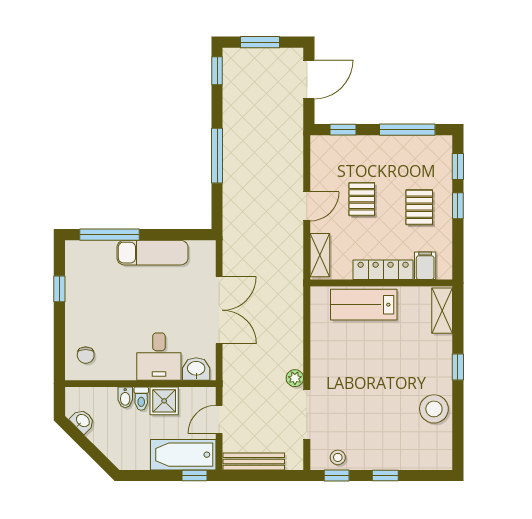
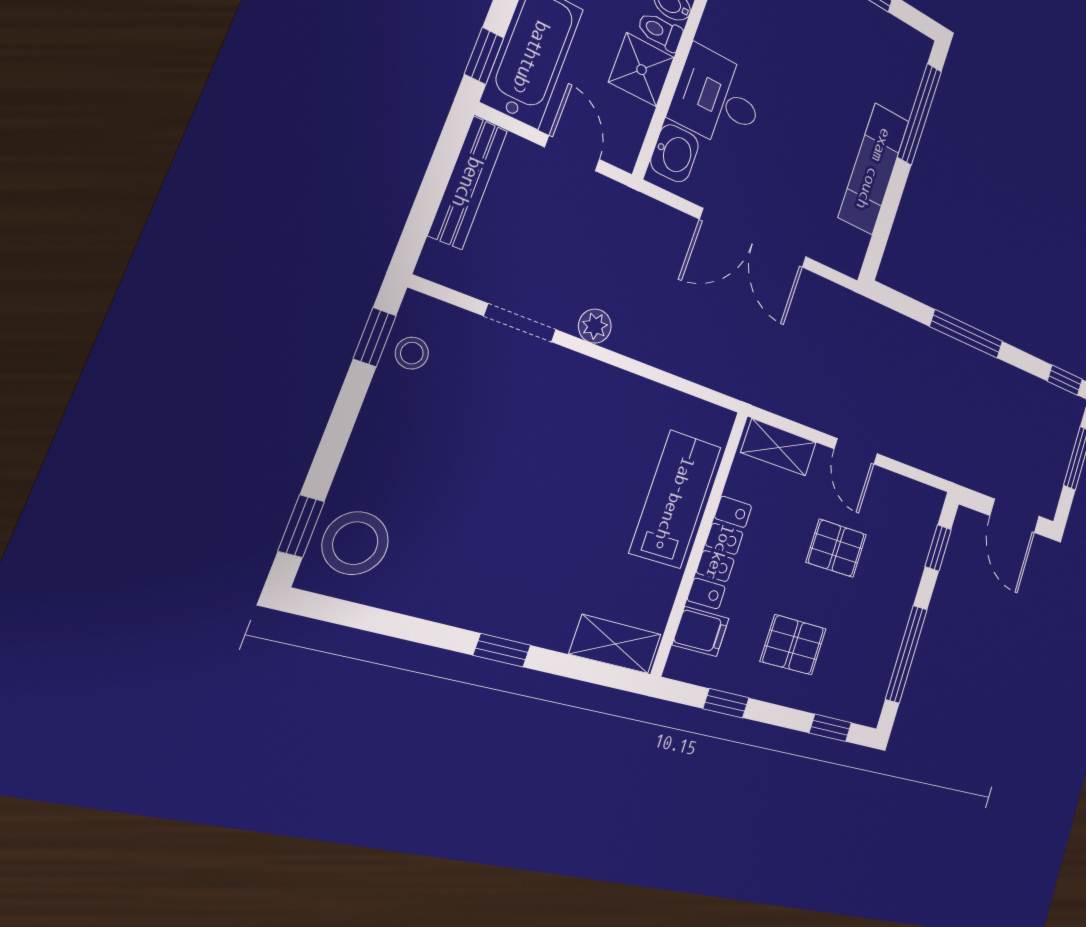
window: (458, 206) -> (726, 703), moved
stool: (434, 409) -> (355, 543), moved
doorway: (307, 414) -> (520, 323), width x0.73
window: (385, 476) -> (301, 526), moved

